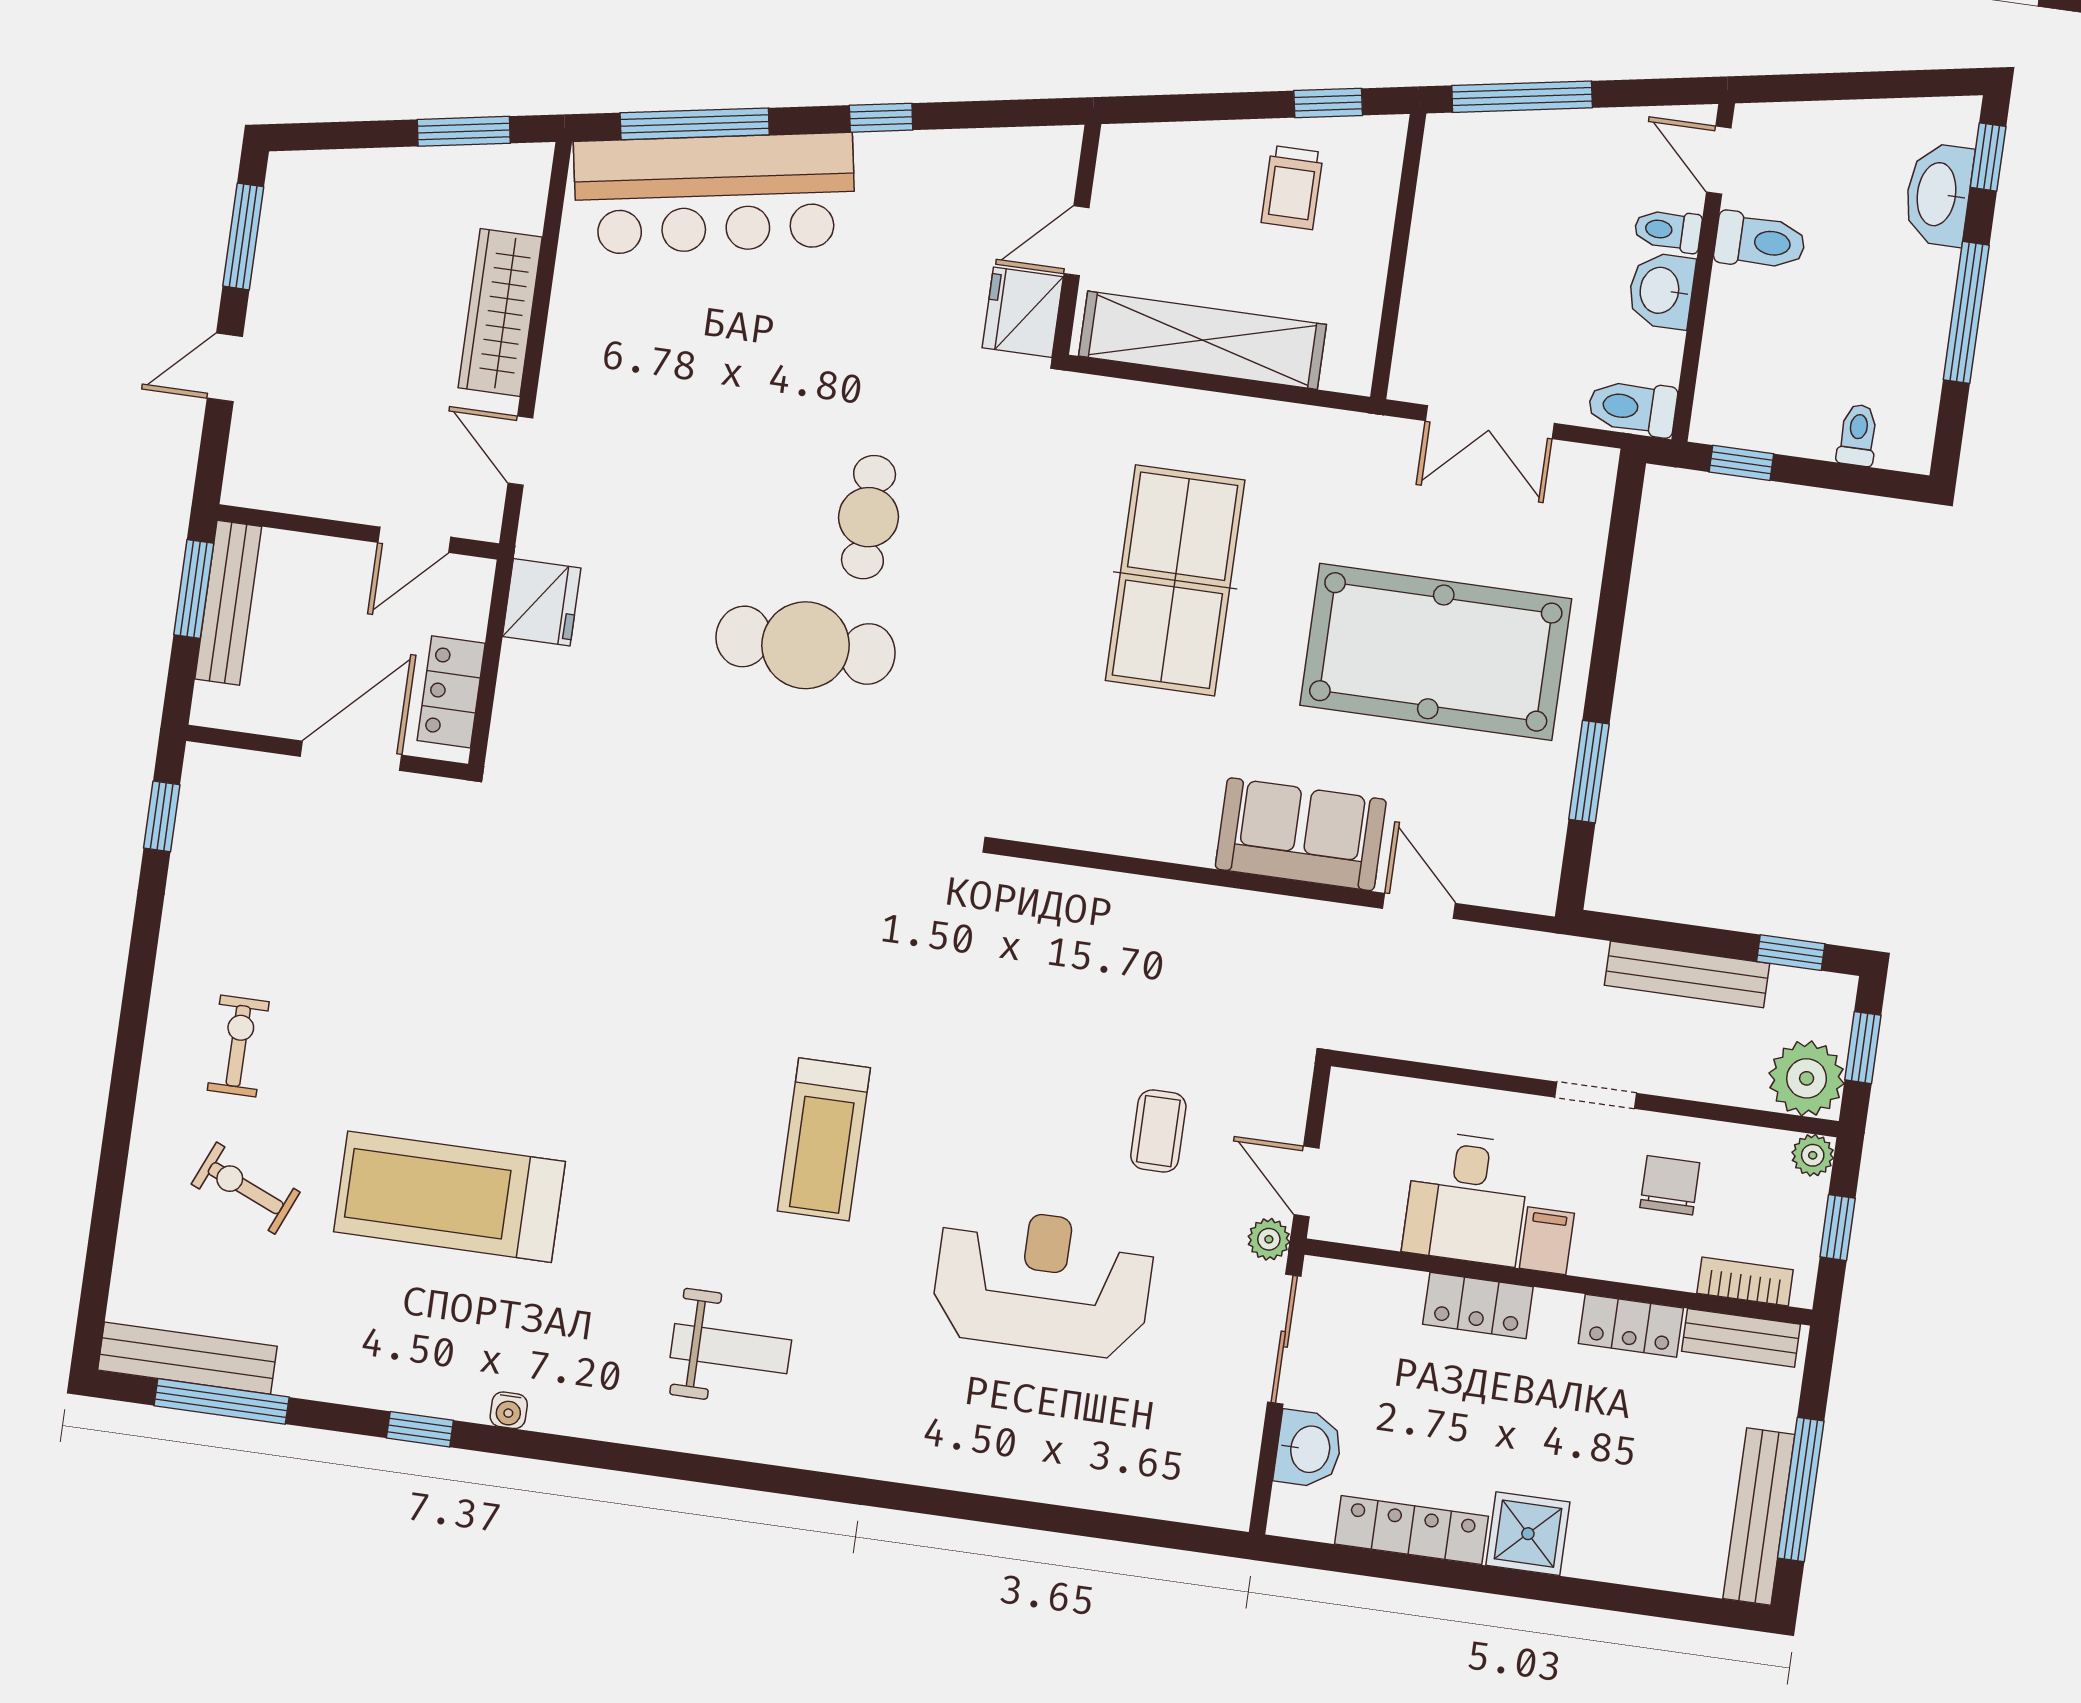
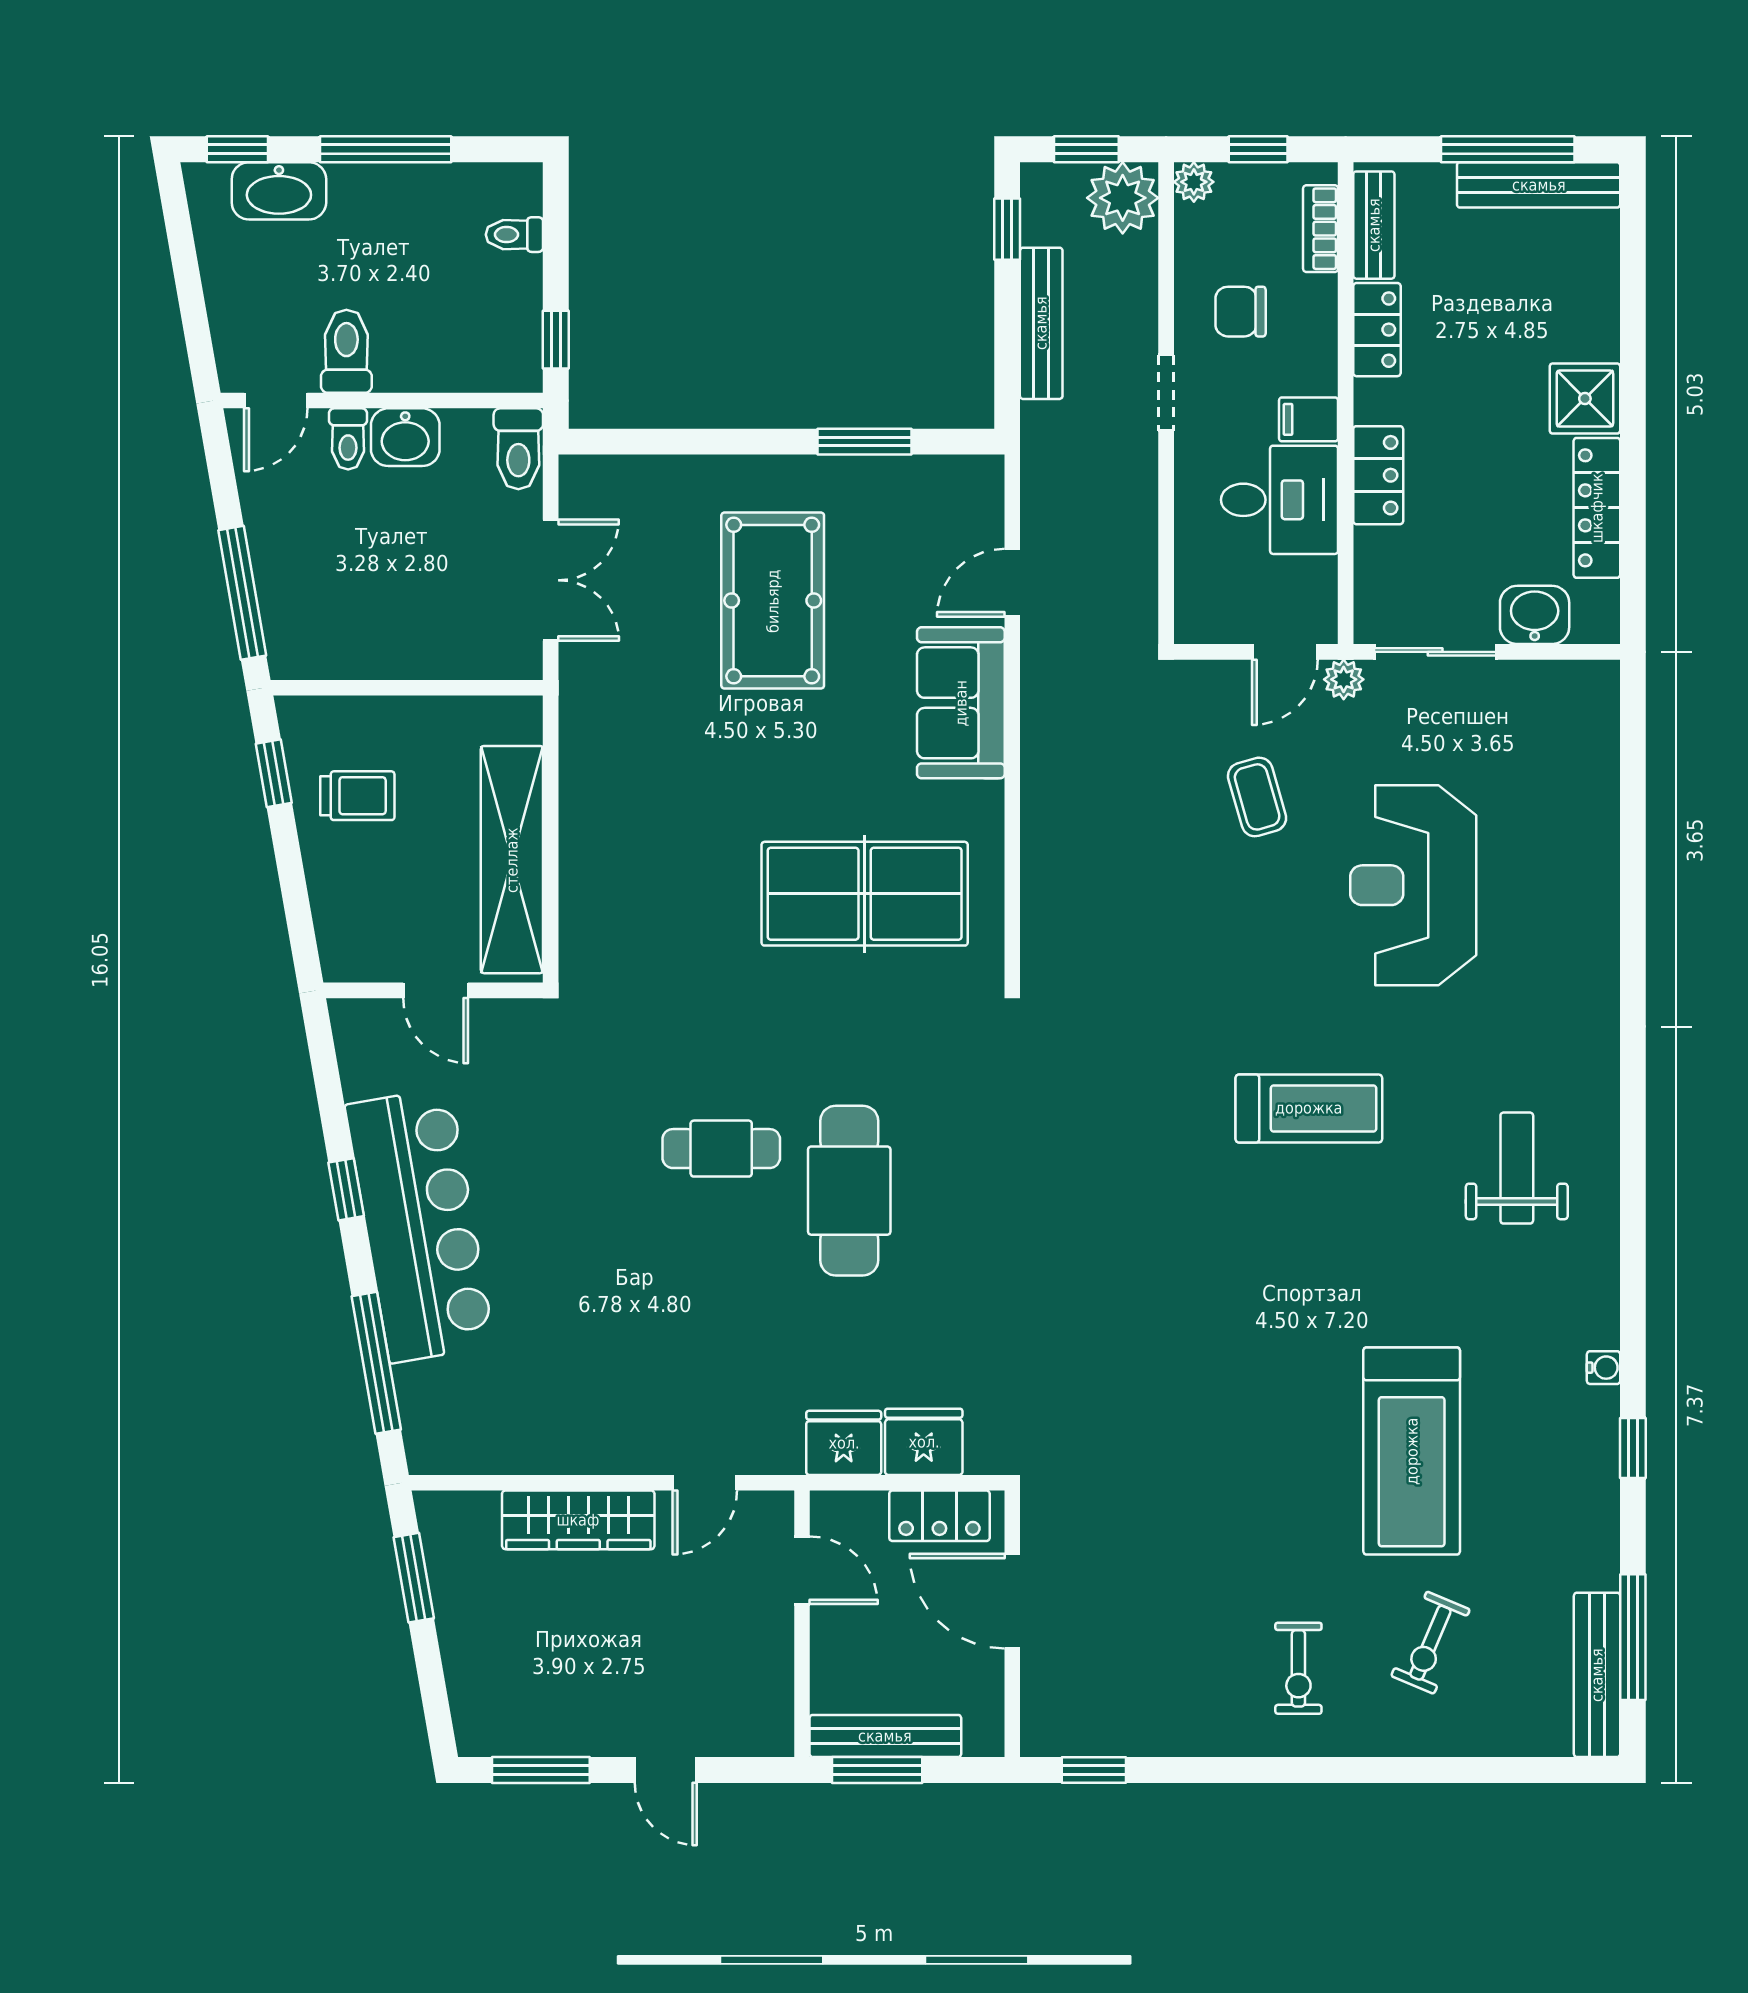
bar counter: (715, 194) -> (420, 1225), moved
fridge: (1023, 312) -> (924, 1442), moved, turned 180
table tennis table: (1175, 580) -> (865, 894), moved
pool table: (1436, 652) -> (773, 601), width x0.73, depth x0.76
exercise bike: (238, 1046) -> (1298, 1668), turned -90
coffee table: (1158, 1131) -> (1257, 797), turned 74

